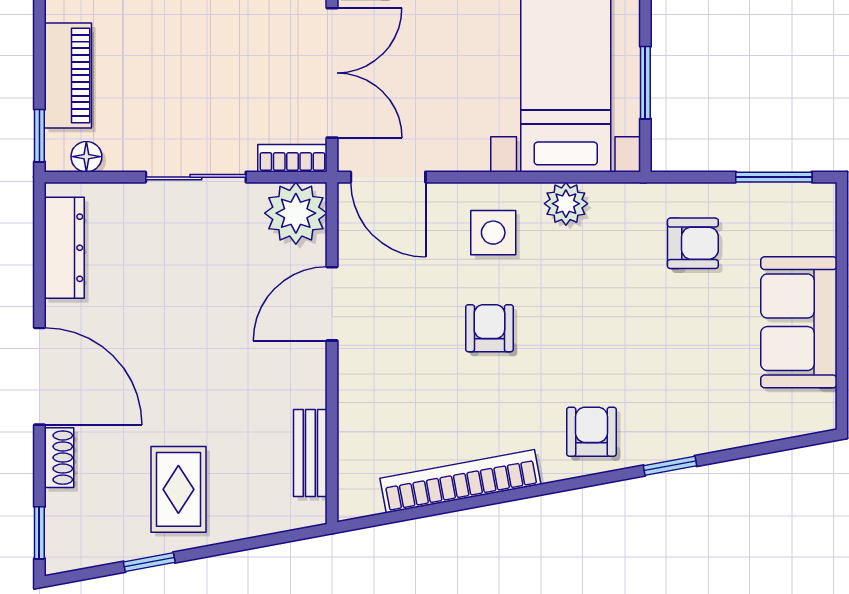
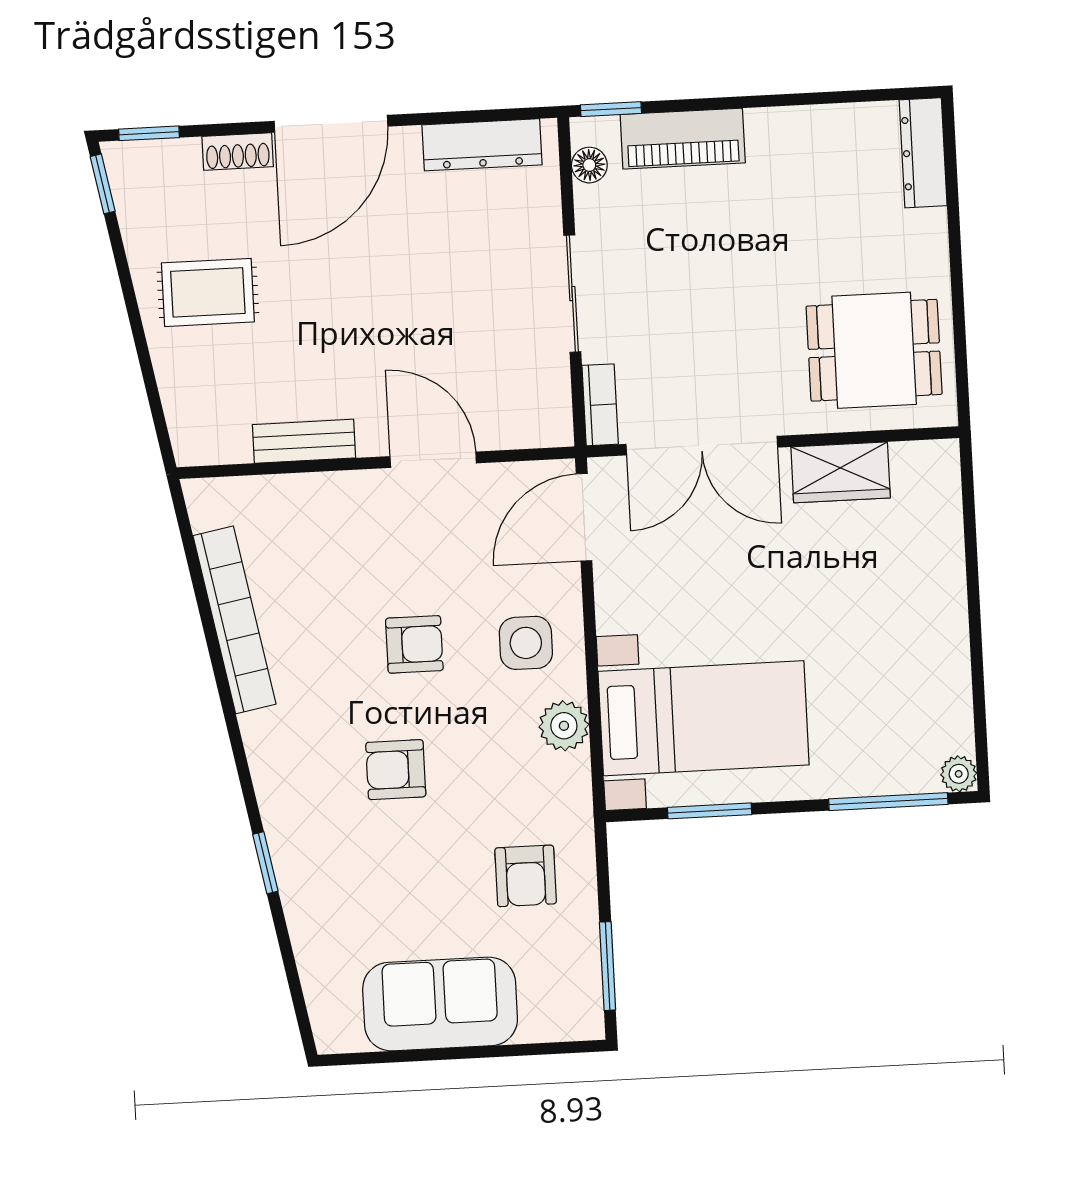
plant: (296, 213) -> (536, 412), removed
armchair: (591, 432) -> (396, 770), moved, turned 180
bench: (310, 453) -> (304, 441), moved
window: (149, 562) -> (103, 184), moved

